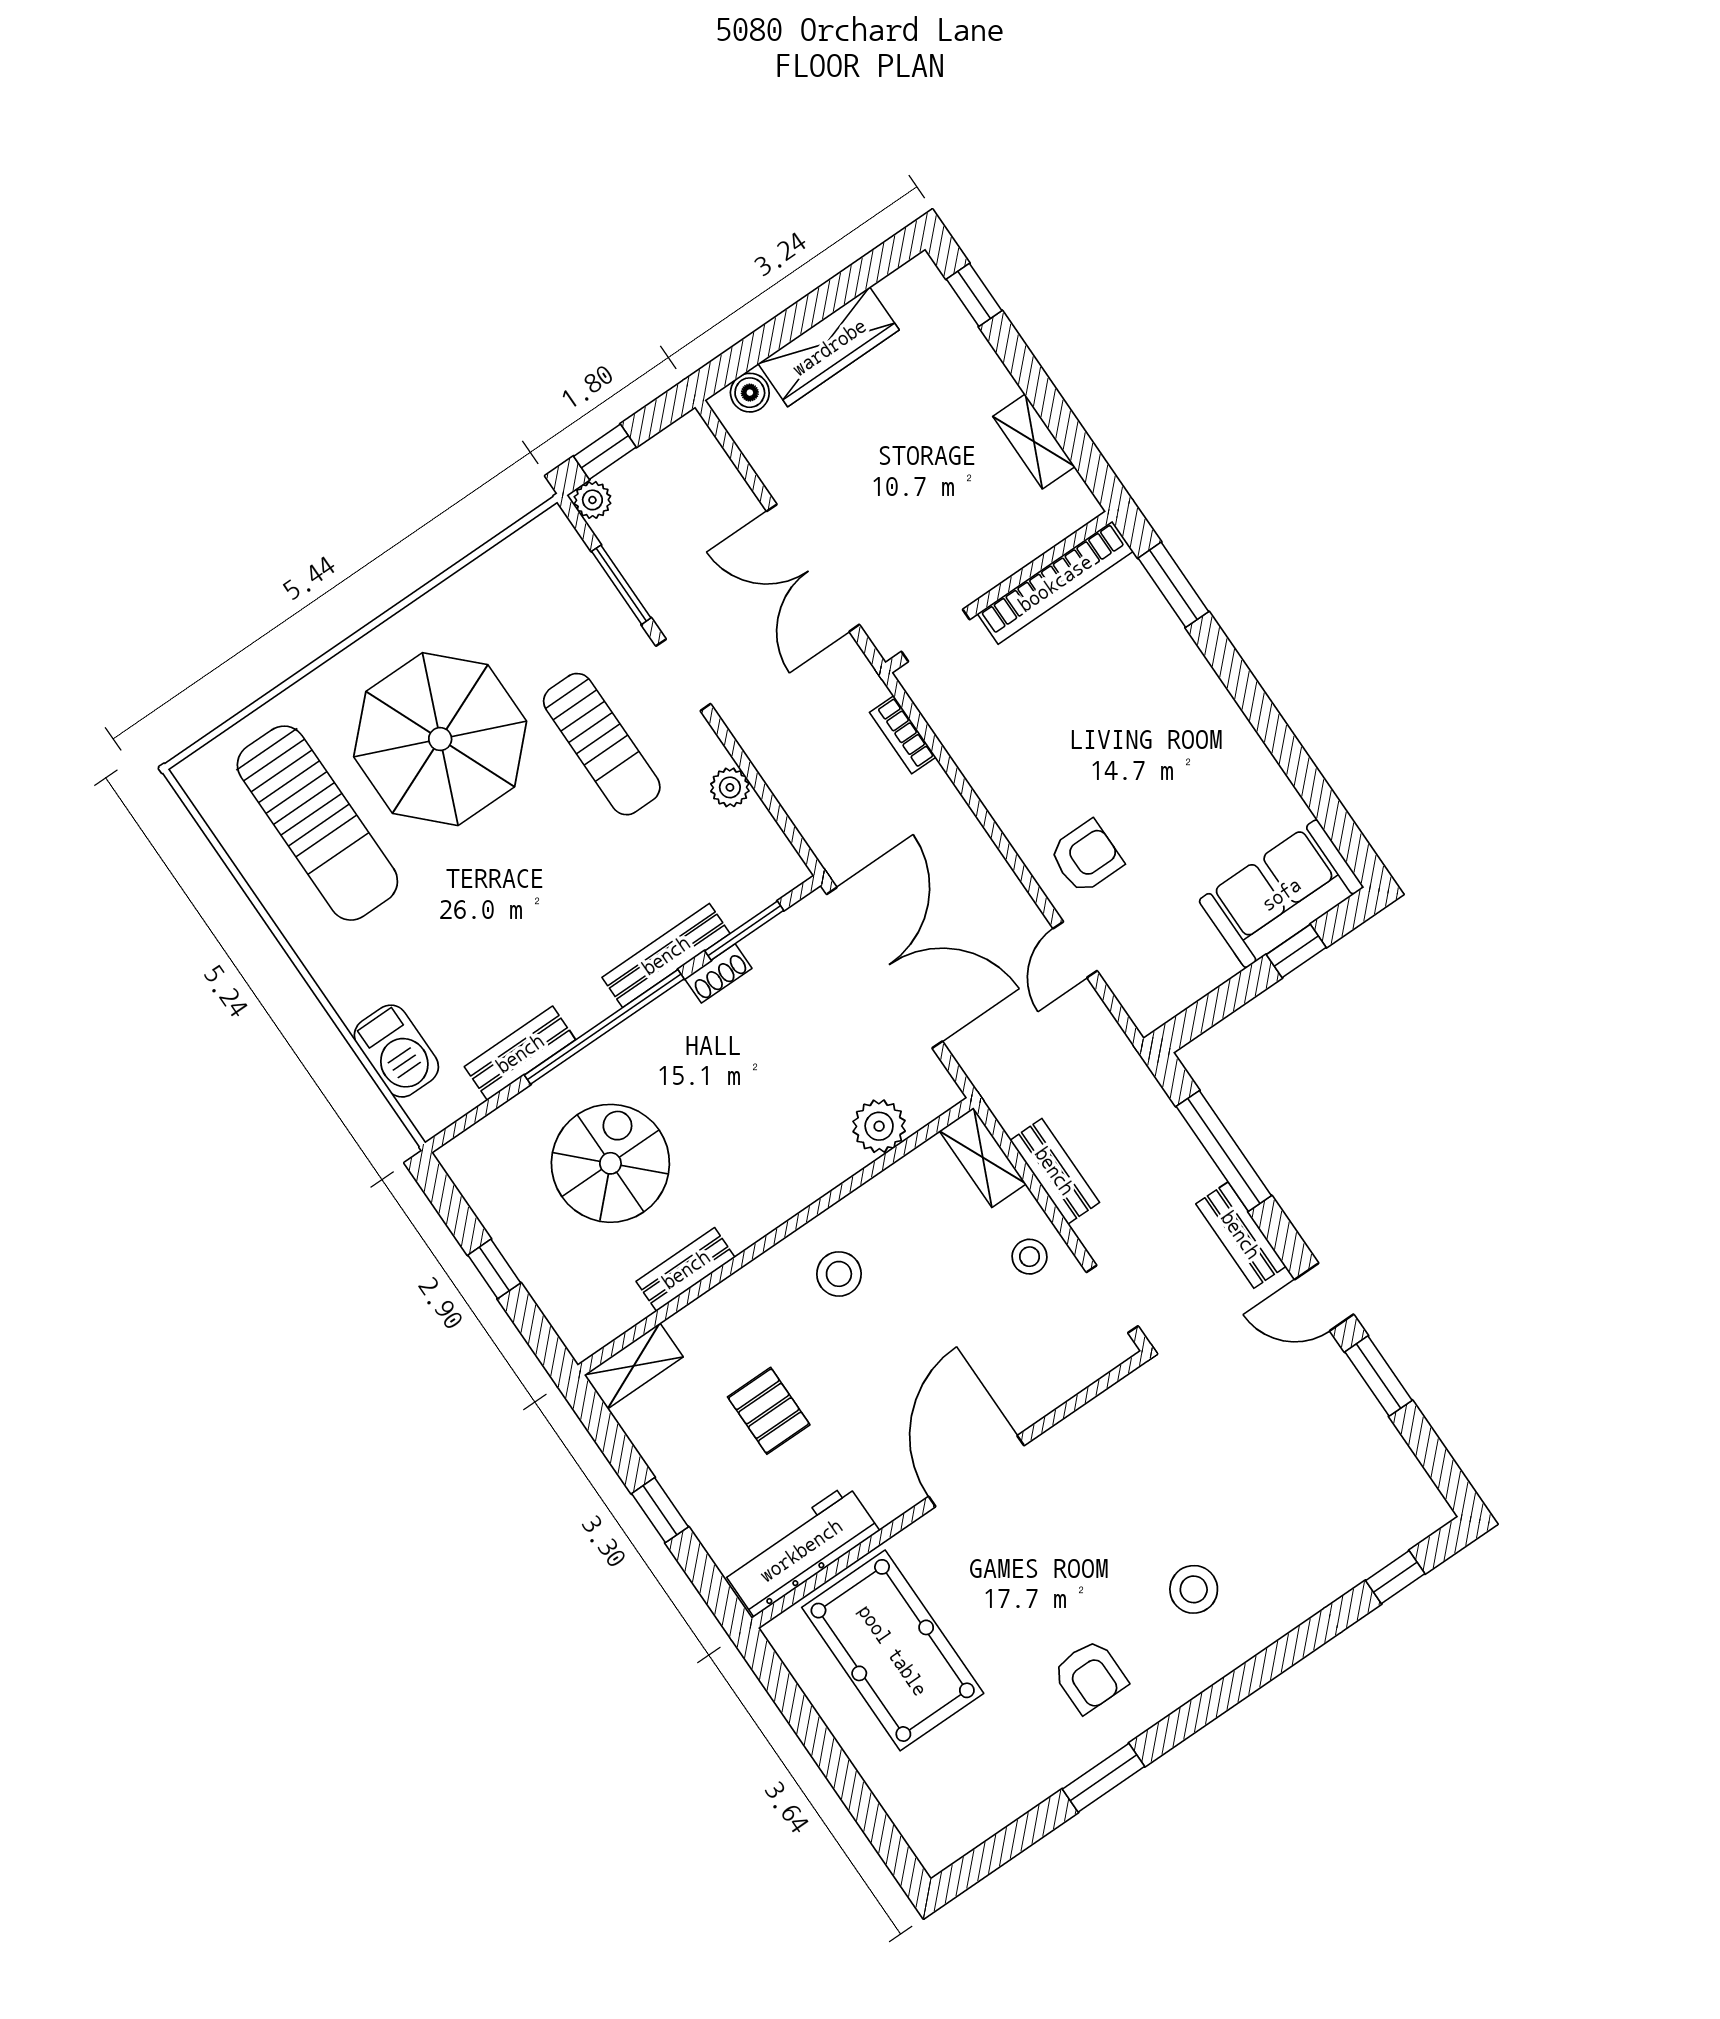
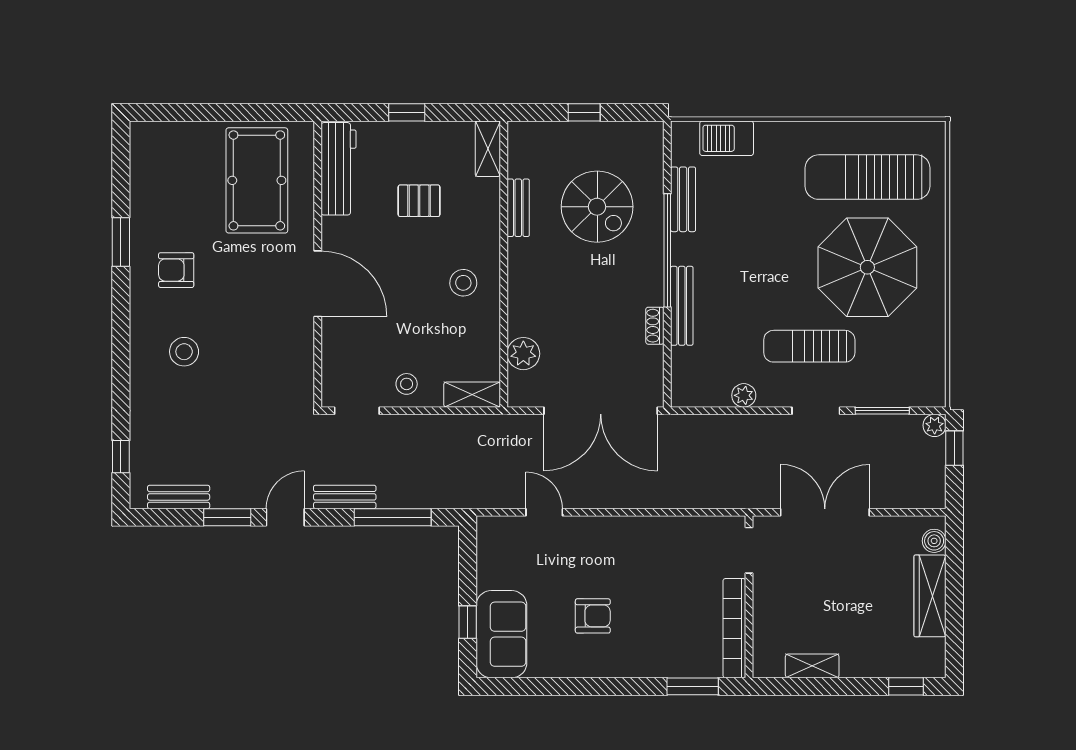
bookcase: (903, 735) -> (711, 500), removed
armchair: (1086, 857) -> (593, 616), moved, turned -90
window: (744, 931) -> (667, 353), removed
bench: (1055, 1171) -> (179, 497), moved
pool table: (893, 1650) -> (257, 180), turned 90

